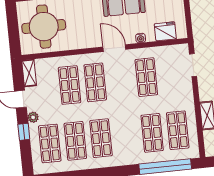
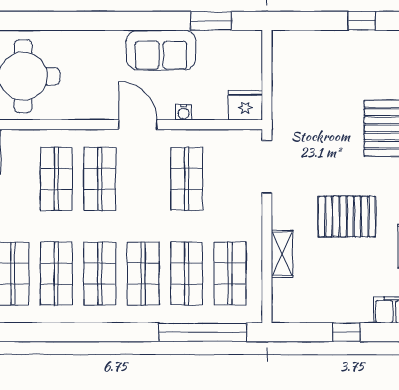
fridge: (165, 31) -> (245, 105), moved
doorway: (193, 65) -> (267, 167), width x1.38
shop shelf: (127, 136) -> (143, 274), added

